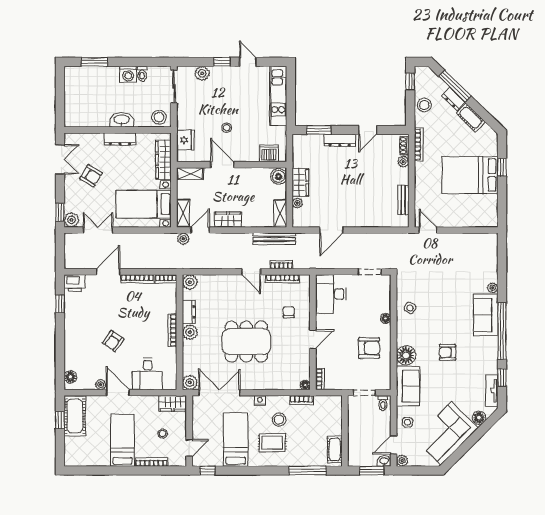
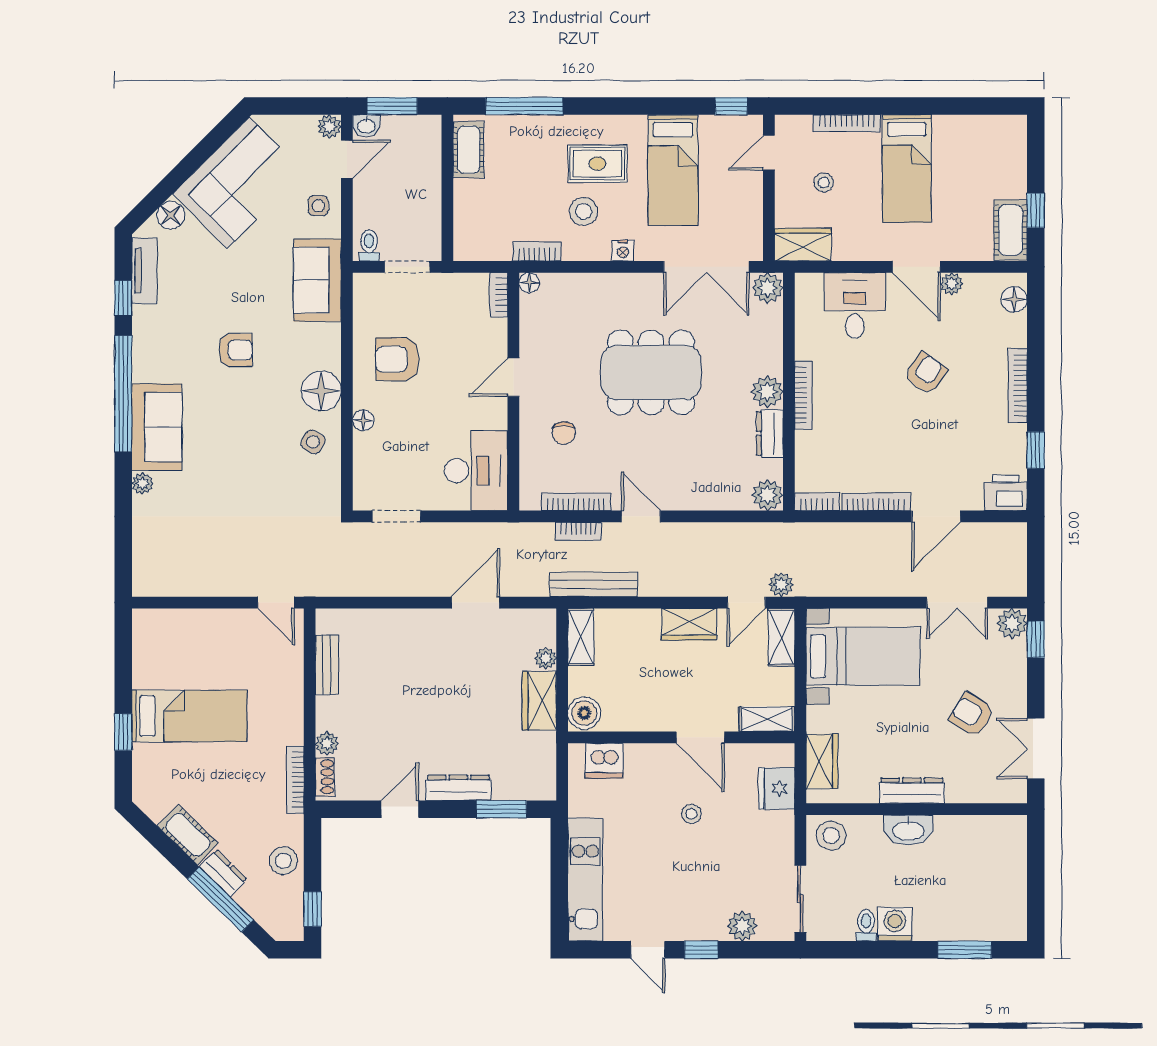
wardrobe: (163, 160) -> (822, 761), width x0.67
bed: (470, 175) -> (189, 716), width x0.67
bookcase: (69, 335) -> (1018, 386), added
floor lamp: (406, 355) -> (321, 391), moved
cot: (75, 416) -> (1011, 230), width x0.73, depth x0.75

